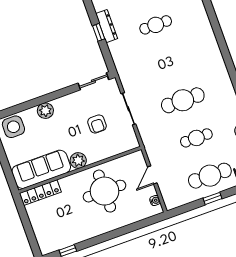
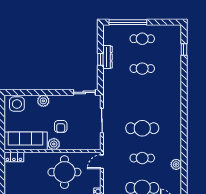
armchair: (97, 124) -> (61, 126), moved
door: (152, 175) -> (102, 162), moved
locker: (40, 193) -> (14, 157), width x0.66

